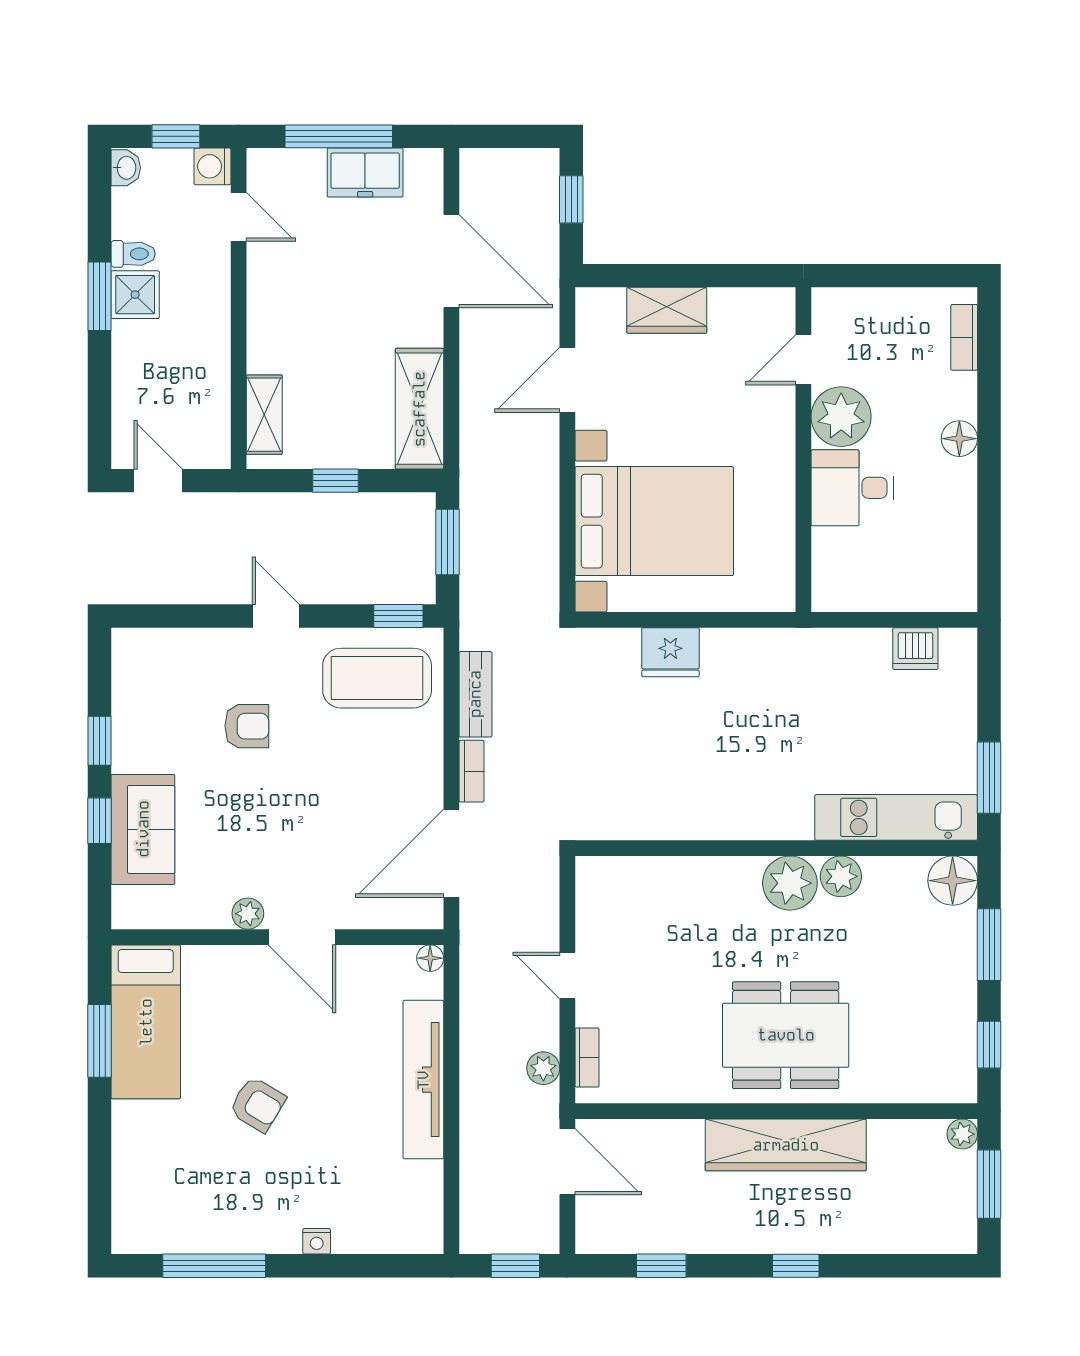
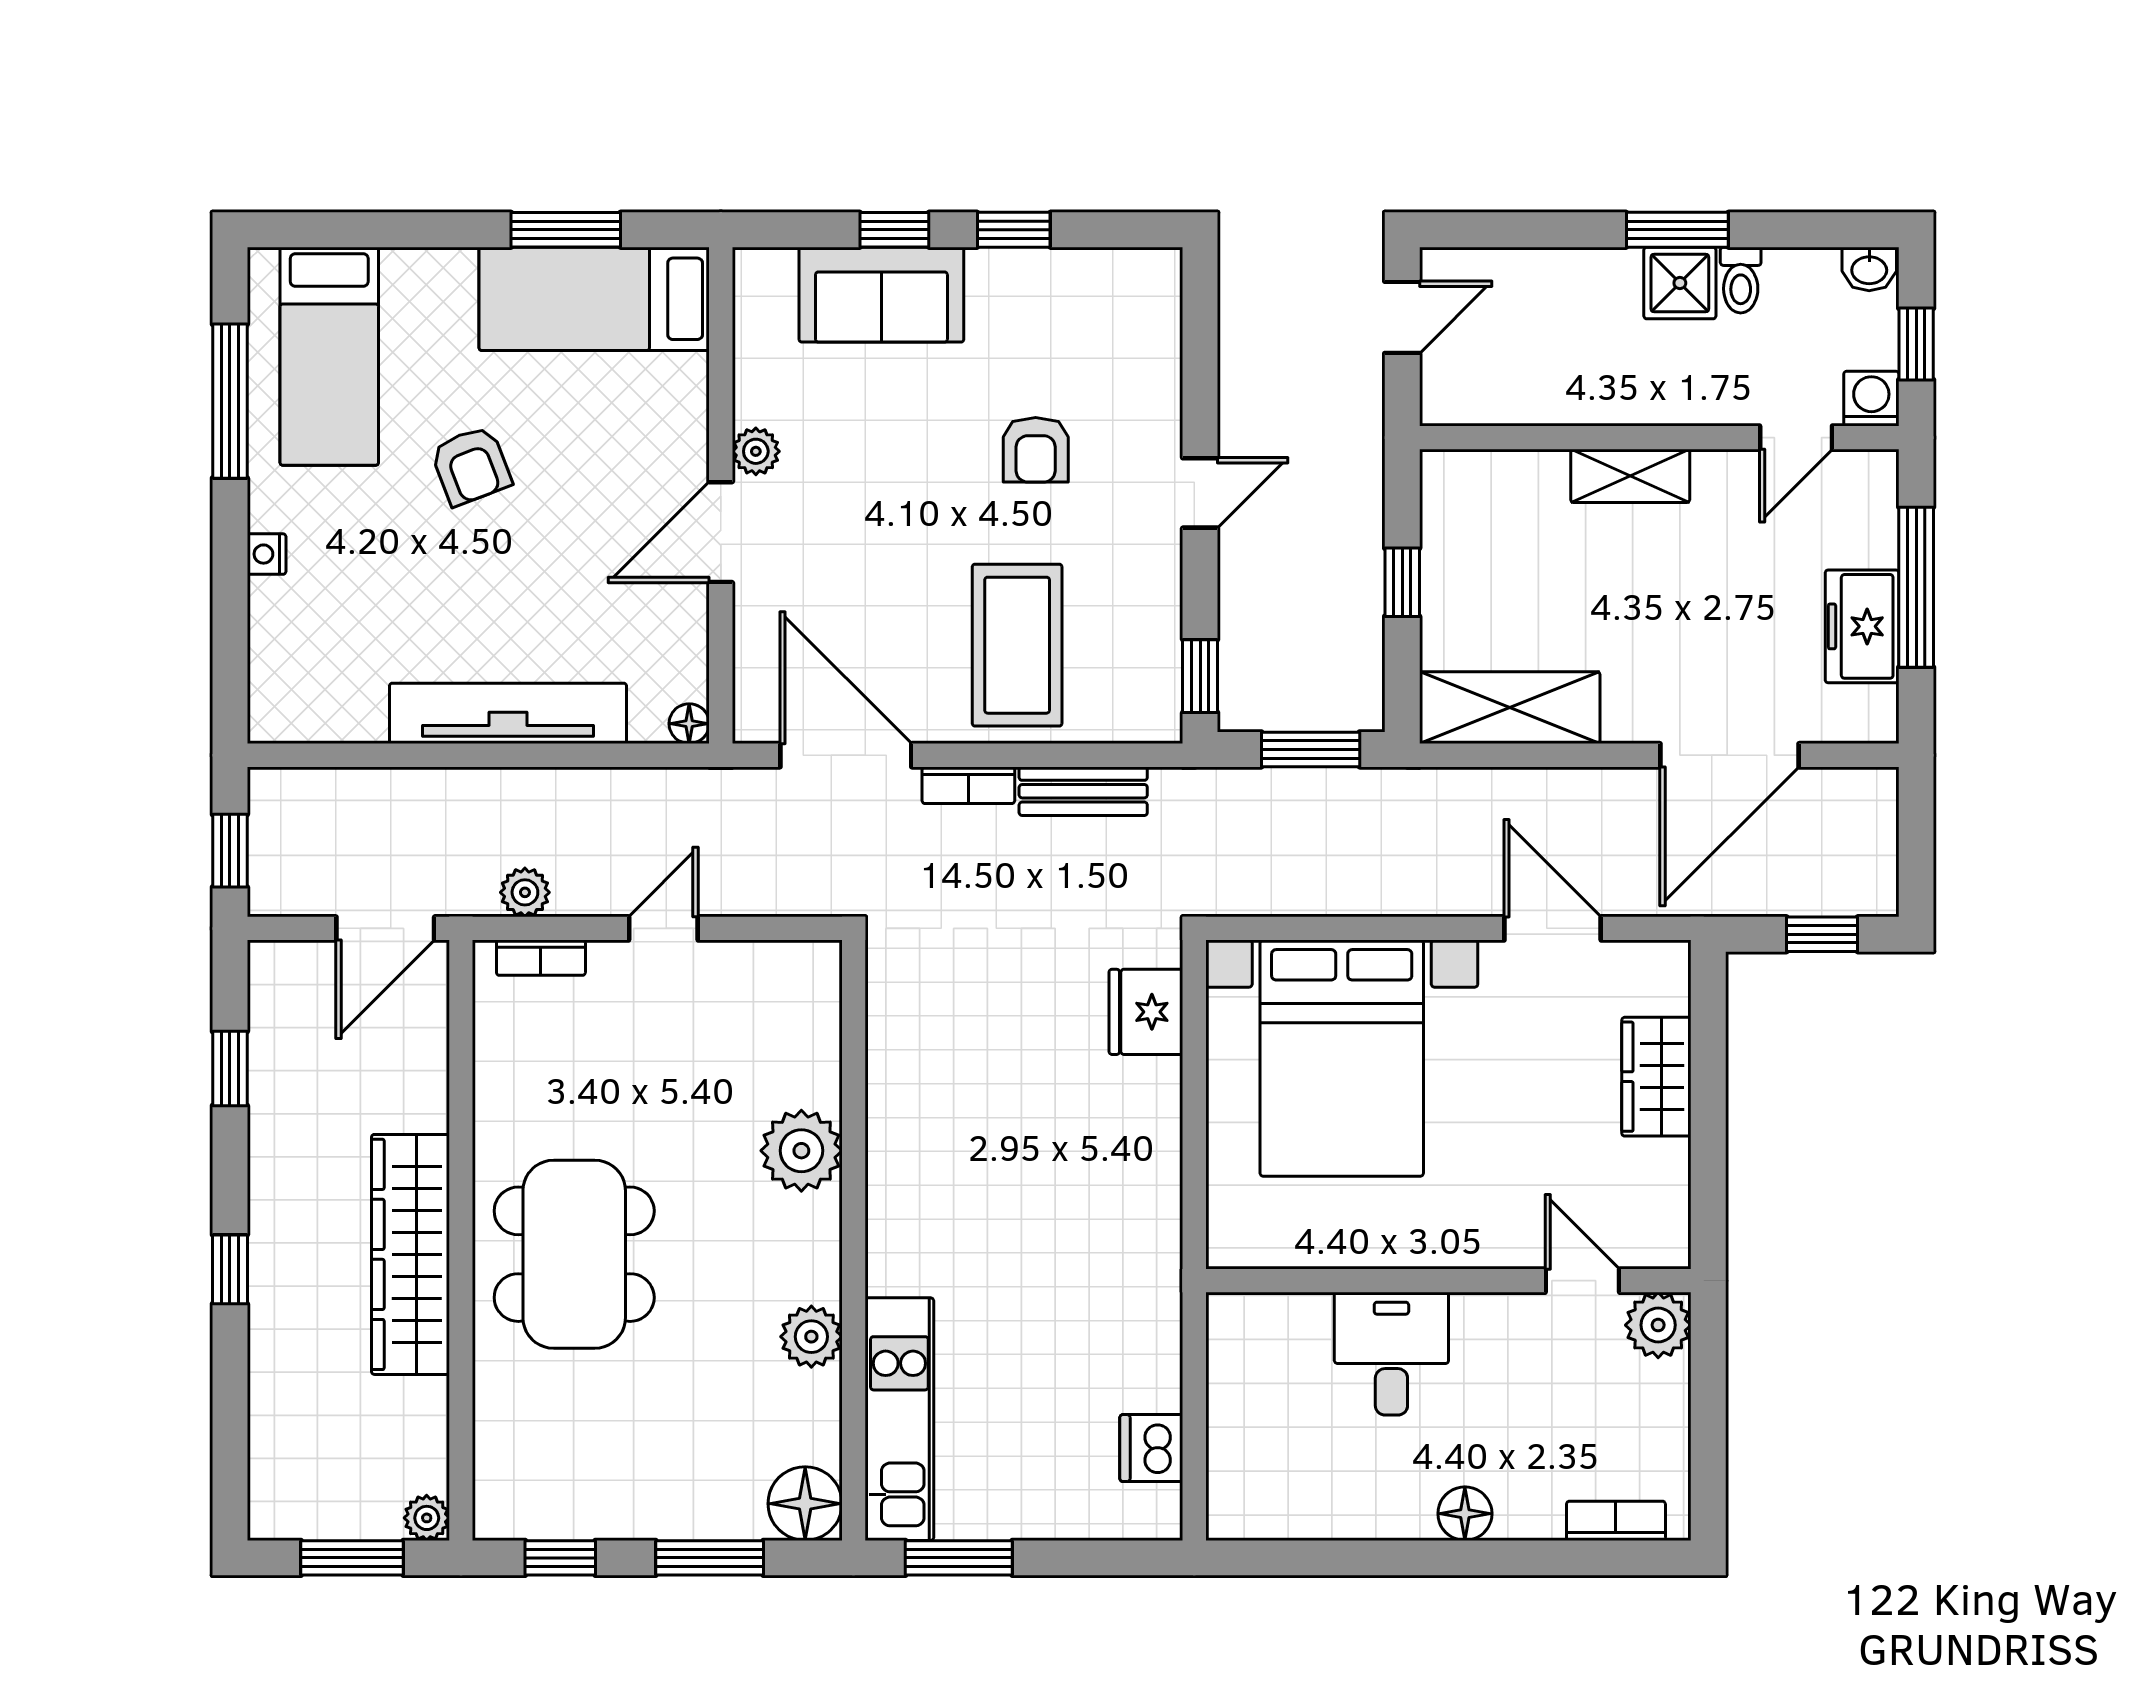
shelving: (264, 415) -> (1630, 476), moved
plant: (841, 417) -> (1658, 1325), moved, width x0.73, depth x0.73
fridge: (670, 652) -> (1146, 1012), moved
coffee table: (377, 678) -> (1017, 645), moved
plant: (790, 883) -> (801, 1151), moved
armchair: (257, 1104) -> (471, 466), turned -52
bed: (184, 1199) -> (329, 356), added

